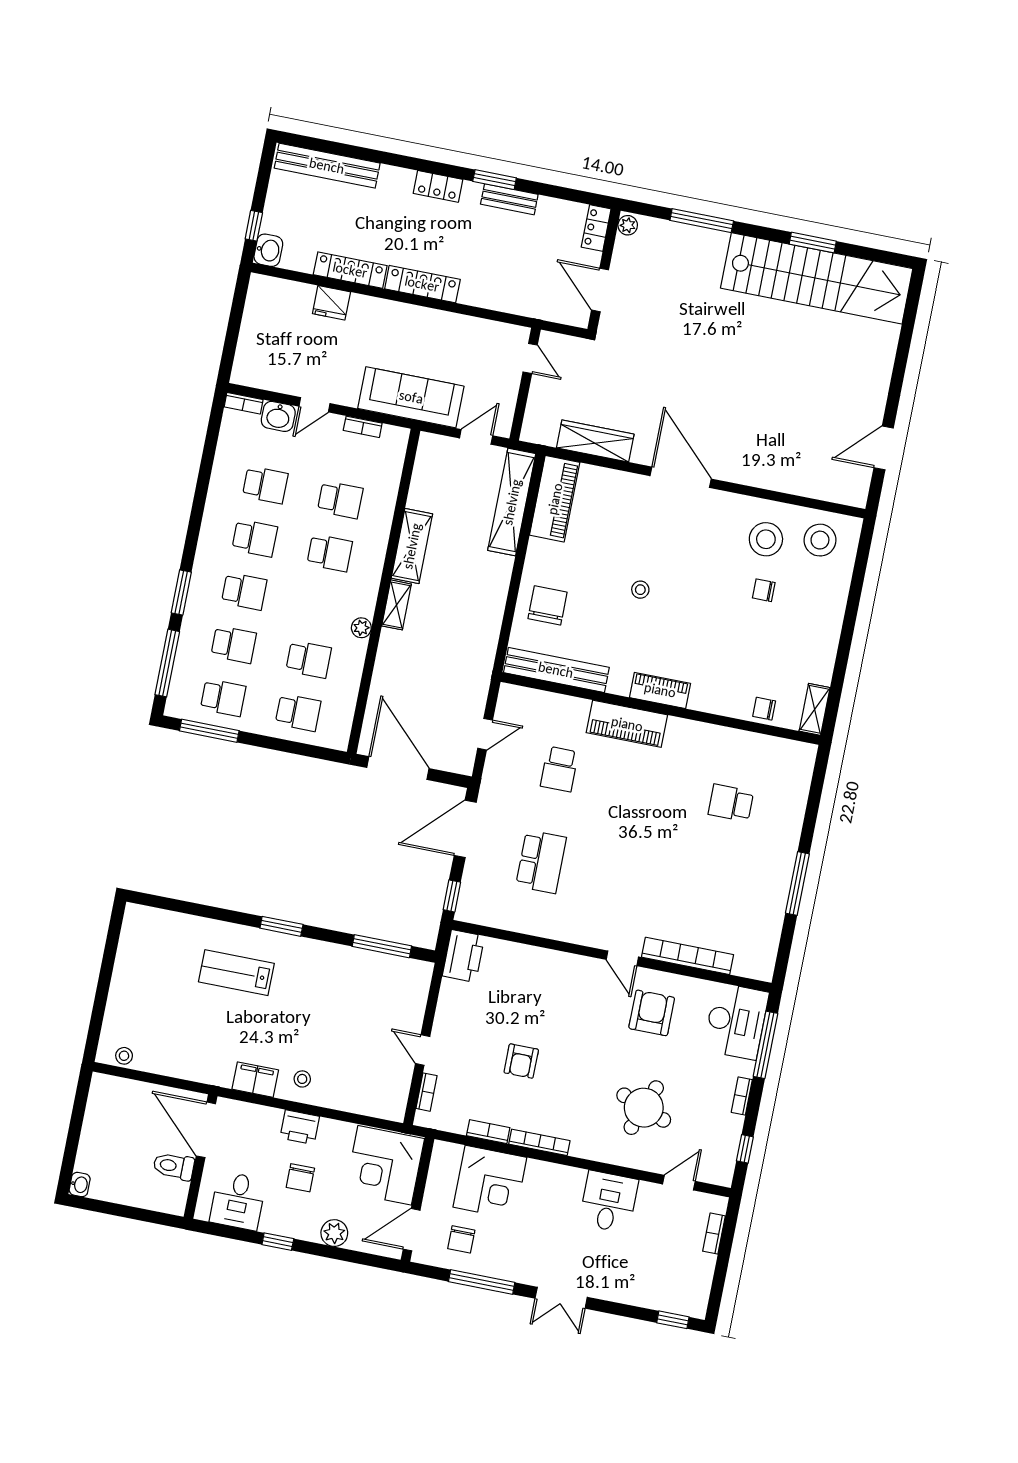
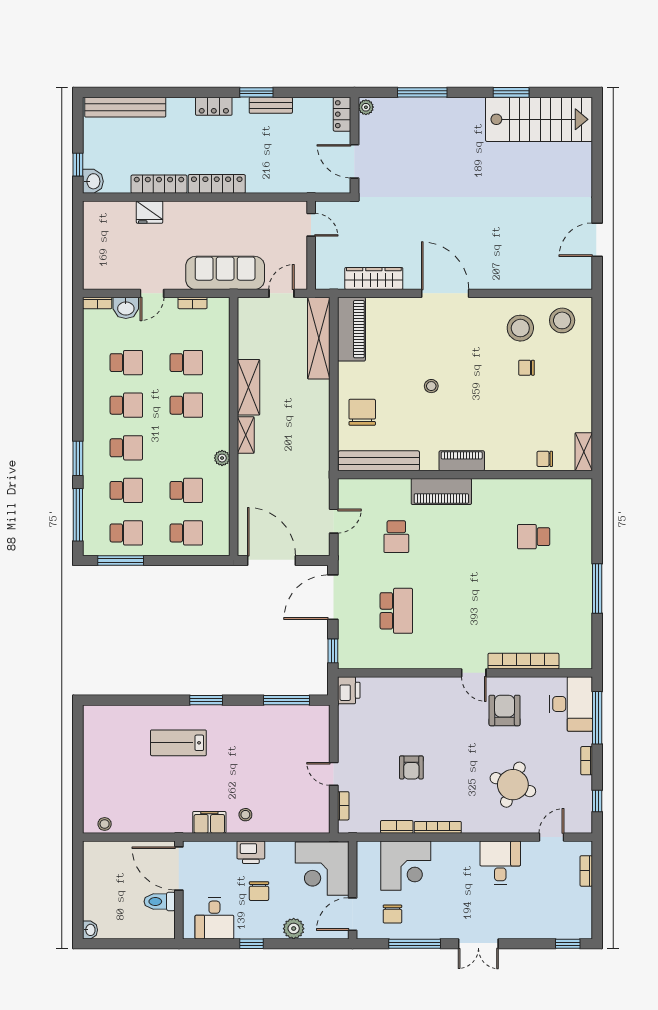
stairs: (817, 278) -> (539, 119), width x0.73
printer: (464, 956) -> (349, 690), width x0.73, depth x0.84

